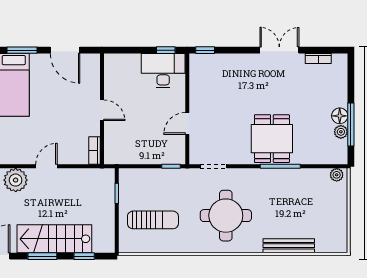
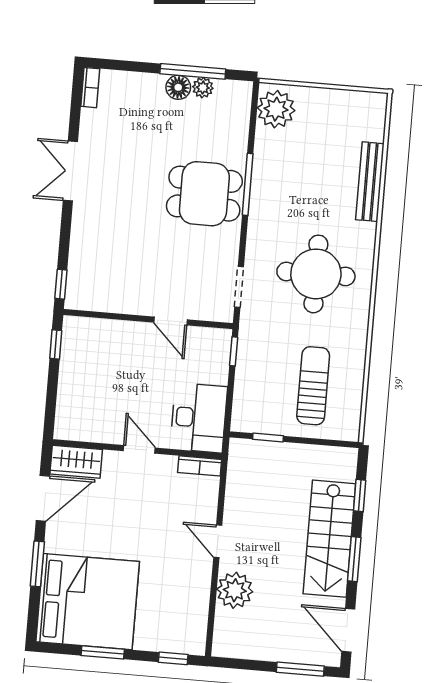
bookcase: (318, 59) -> (90, 88), moved
wardrobe: (91, 70) -> (76, 462), added
desk: (163, 71) -> (199, 418), moved, turned 180
door: (102, 110) -> (139, 449), hinge flipped
plant: (337, 175) -> (276, 109), width x1.88, depth x1.88

